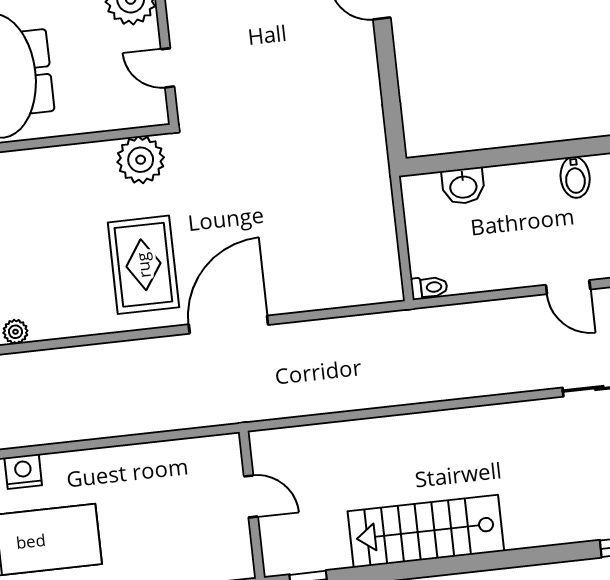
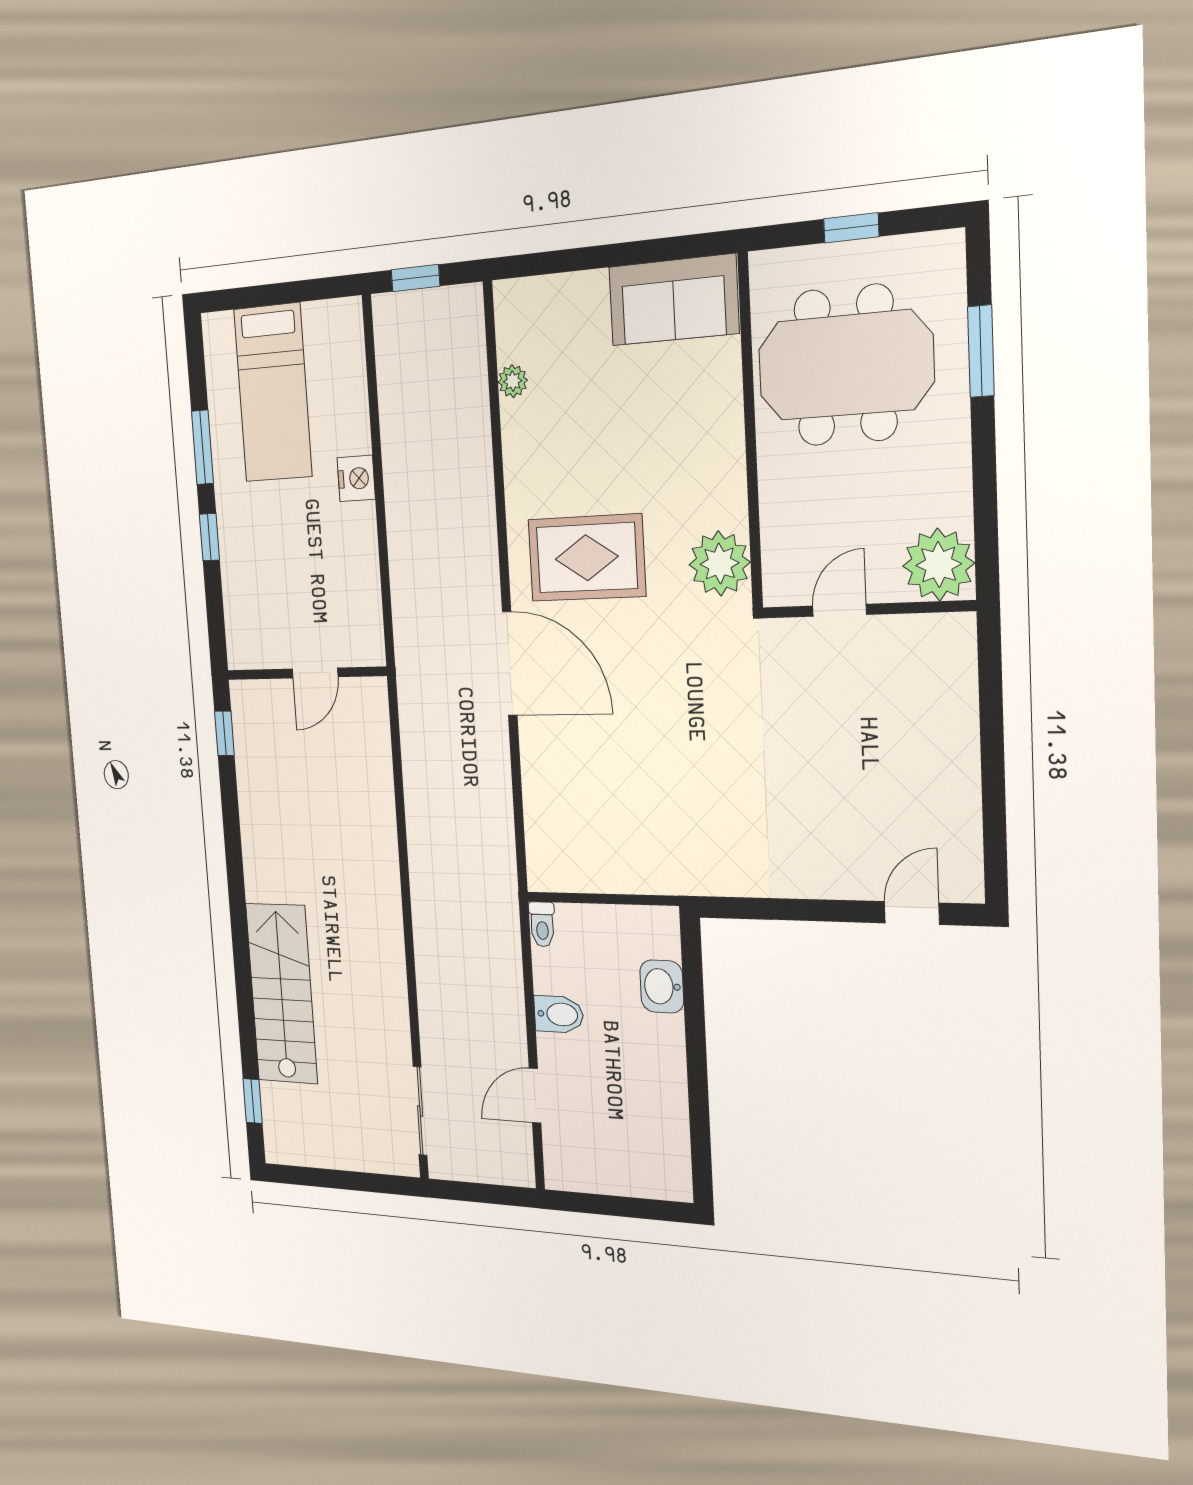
bidet: (575, 177) -> (559, 1014), moved, turned 180
nightstand: (23, 472) -> (356, 478), moved
stairs: (426, 531) -> (282, 994), moved

